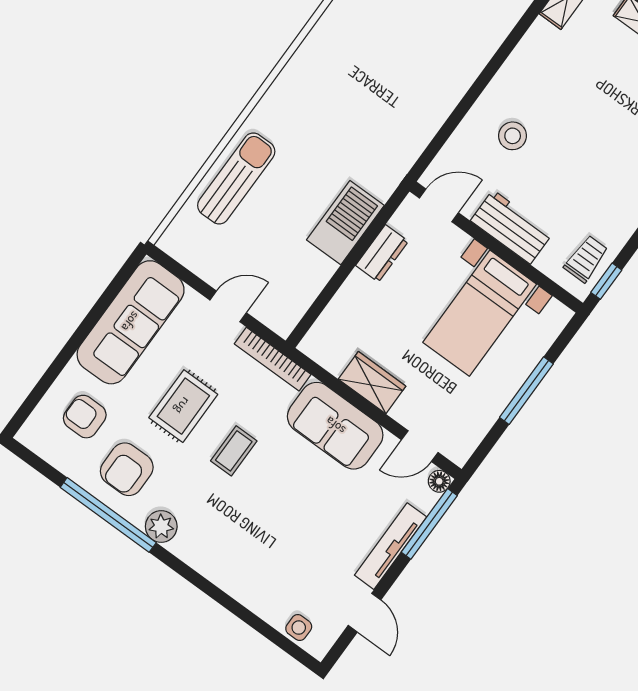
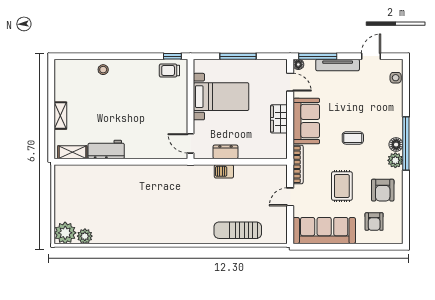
stool: (513, 136) -> (142, 134), removed
barbecue: (345, 223) -> (224, 171), width x0.53, depth x0.65
workbench: (512, 227) -> (106, 149), moved, turned 90
door: (228, 306) -> (290, 197), hinge flipped
rug: (183, 406) -> (342, 186), turned 90
coffee table: (234, 451) -> (353, 138), moved
armchair: (127, 469) -> (383, 190), turned 90
window: (108, 515) -> (406, 143), moved
floor lamp: (187, 547) -> (396, 145), added

